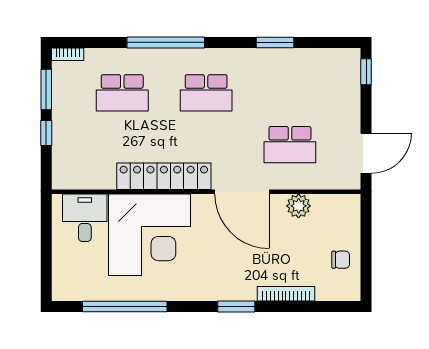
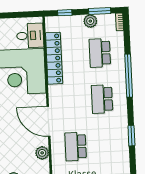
plant: (64, 107) -> (90, 21), added
window: (46, 133) -> (65, 13), moved
locker: (164, 176) -> (54, 58), moved
door: (242, 192) -> (48, 121), hinge flipped

